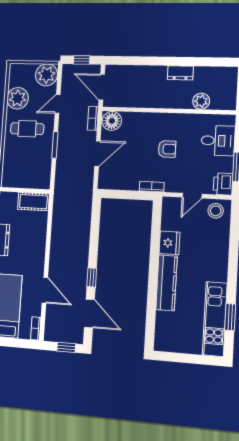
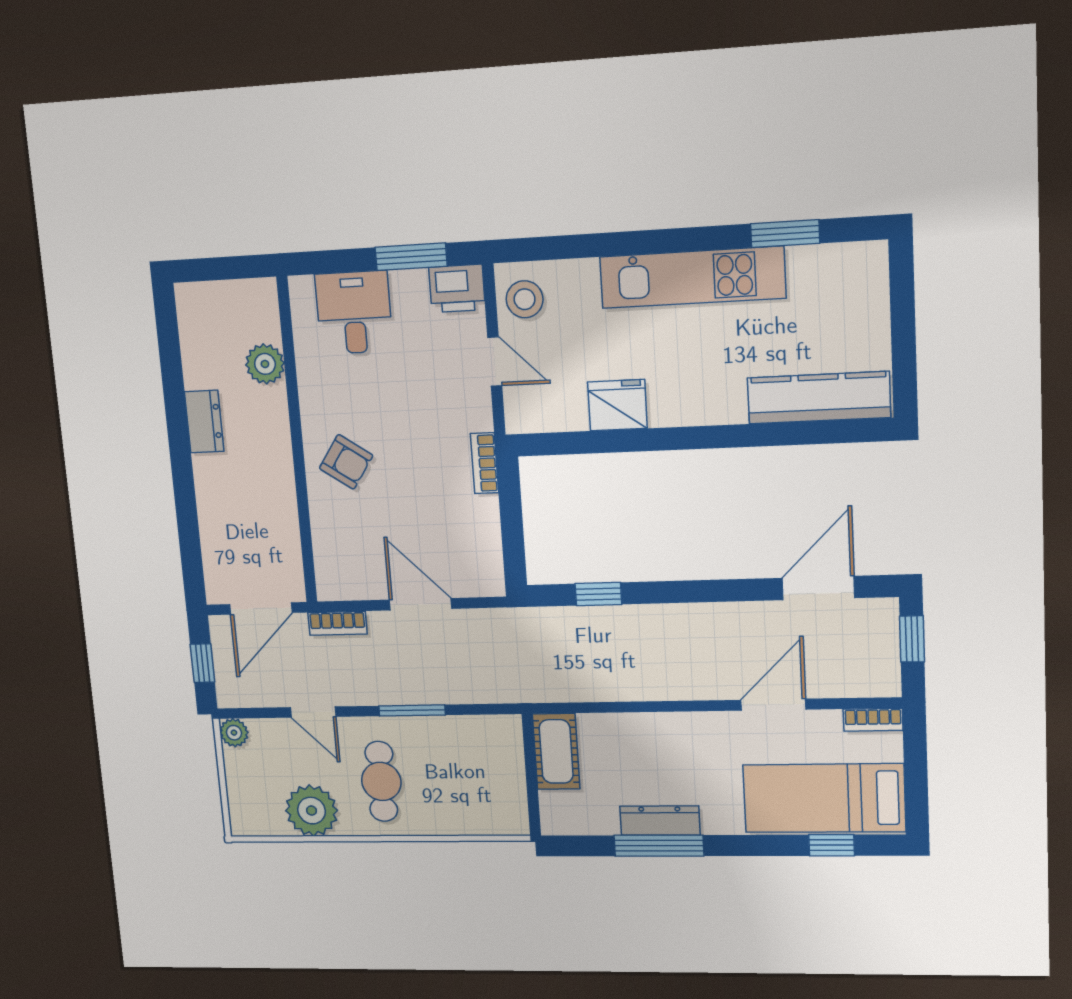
plant: (47, 75) -> (234, 733), width x0.53, depth x0.53
floor lamp: (112, 121) -> (338, 576), removed
armchair: (167, 149) -> (346, 462), moved, turned 124
window: (92, 277) -> (598, 594), moved
kitchen counter: (166, 283) -> (819, 398), moved
kitchen unit: (215, 319) -> (692, 277), moved

